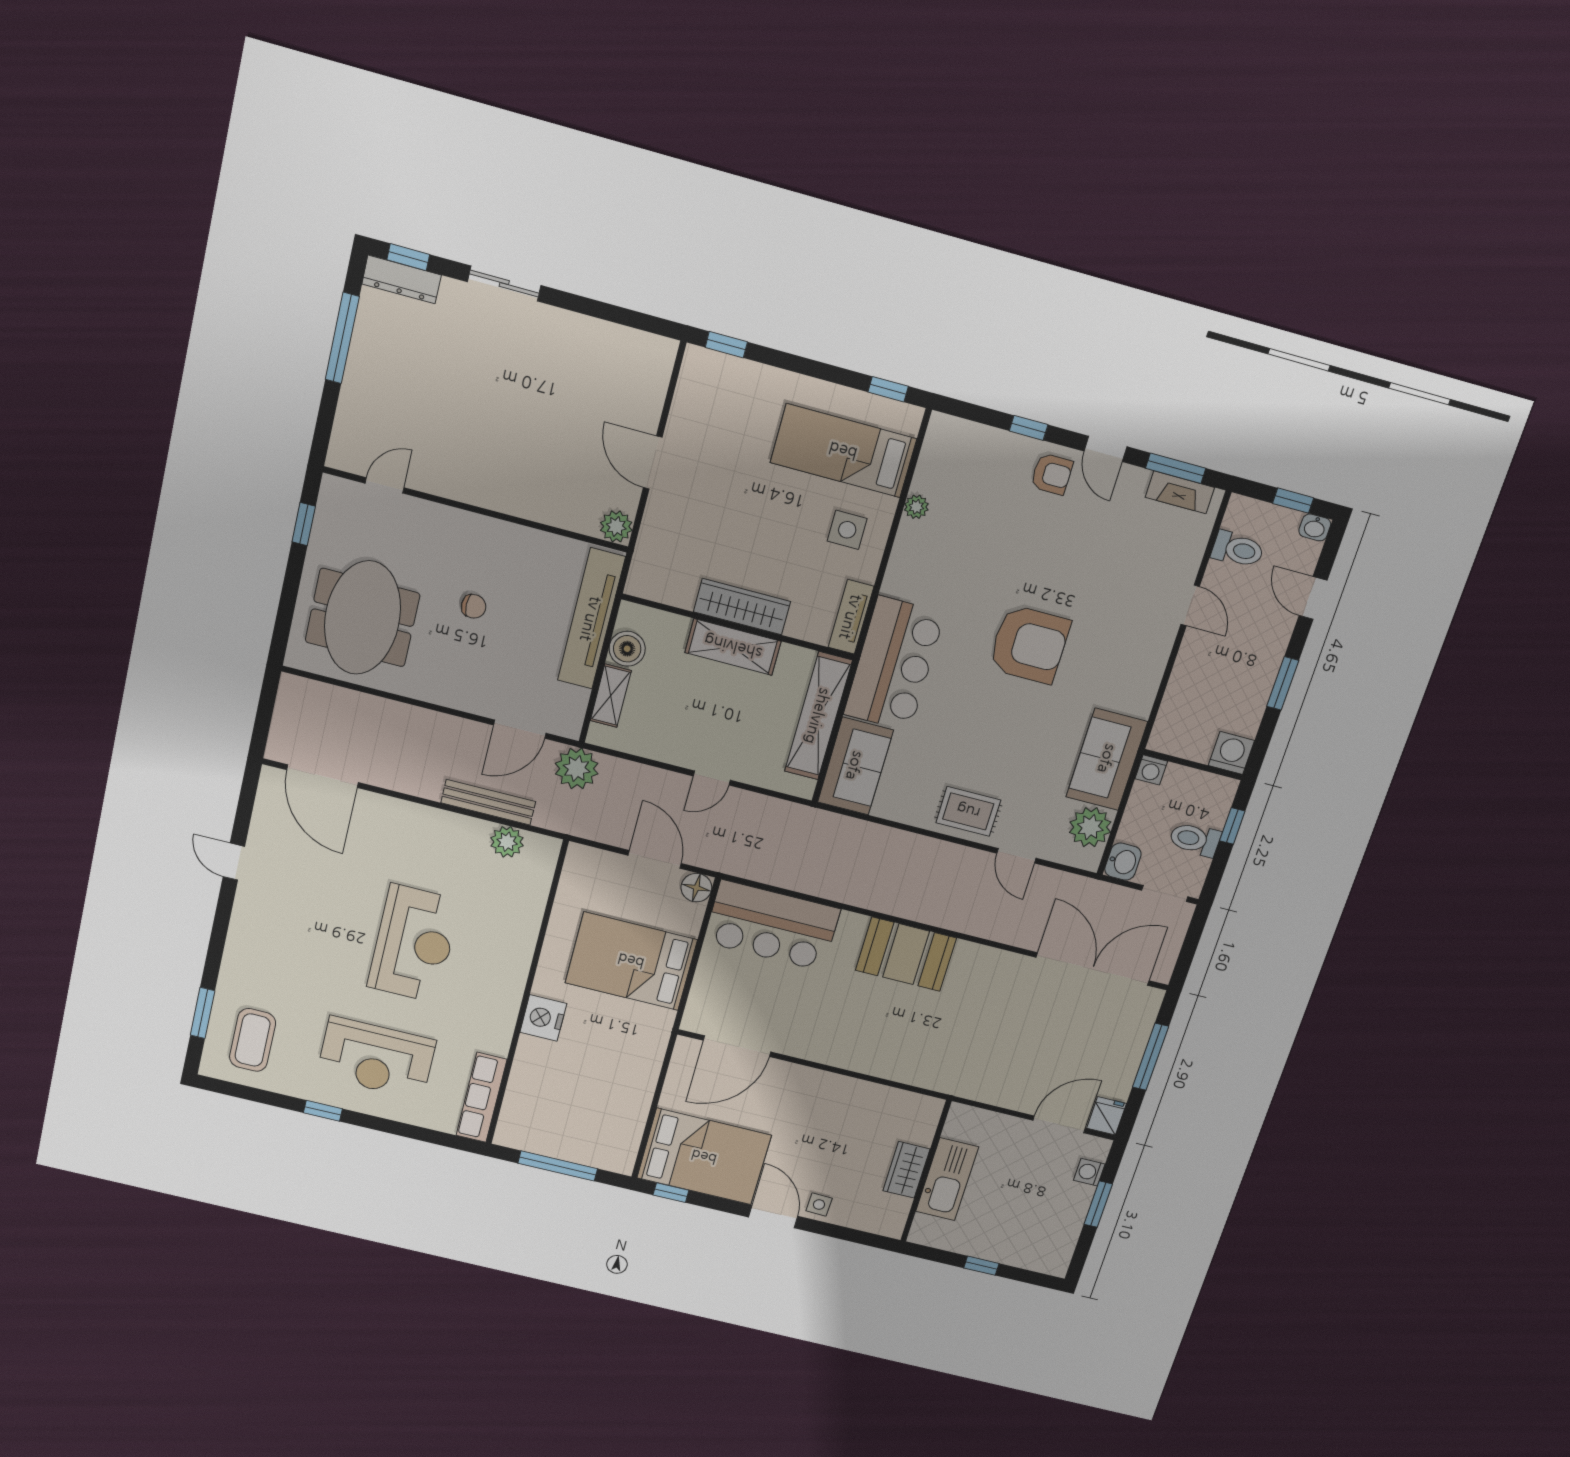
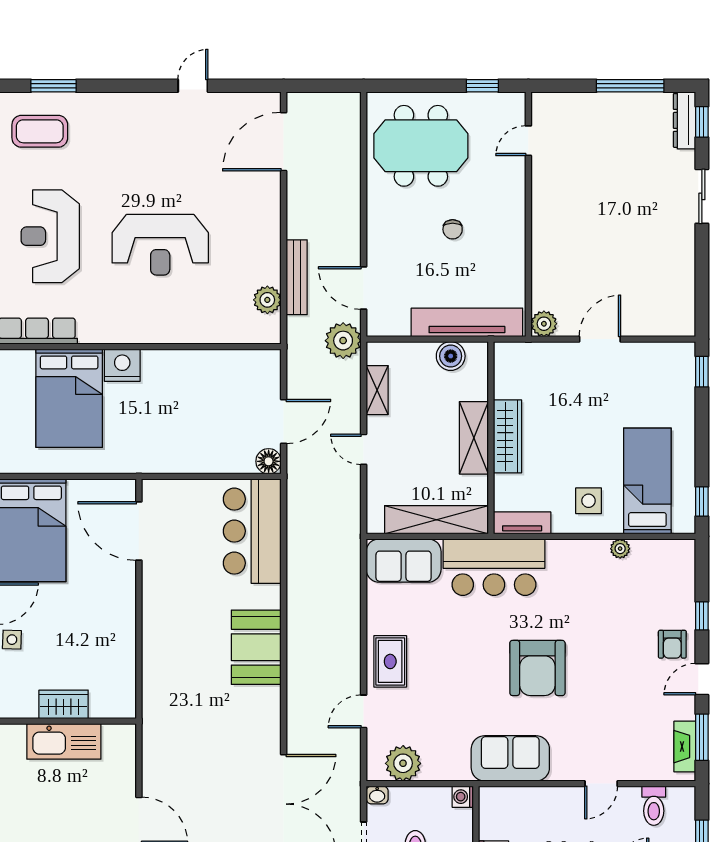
door: (385, 485) -> (528, 141), swing flipped
shelving: (611, 696) -> (377, 390), moved, turned 90
sofa: (1107, 759) -> (510, 758), moved
washbasin: (1123, 862) -> (377, 795), width x0.72, depth x0.69
bed: (631, 961) -> (69, 398), moved, turned 180

